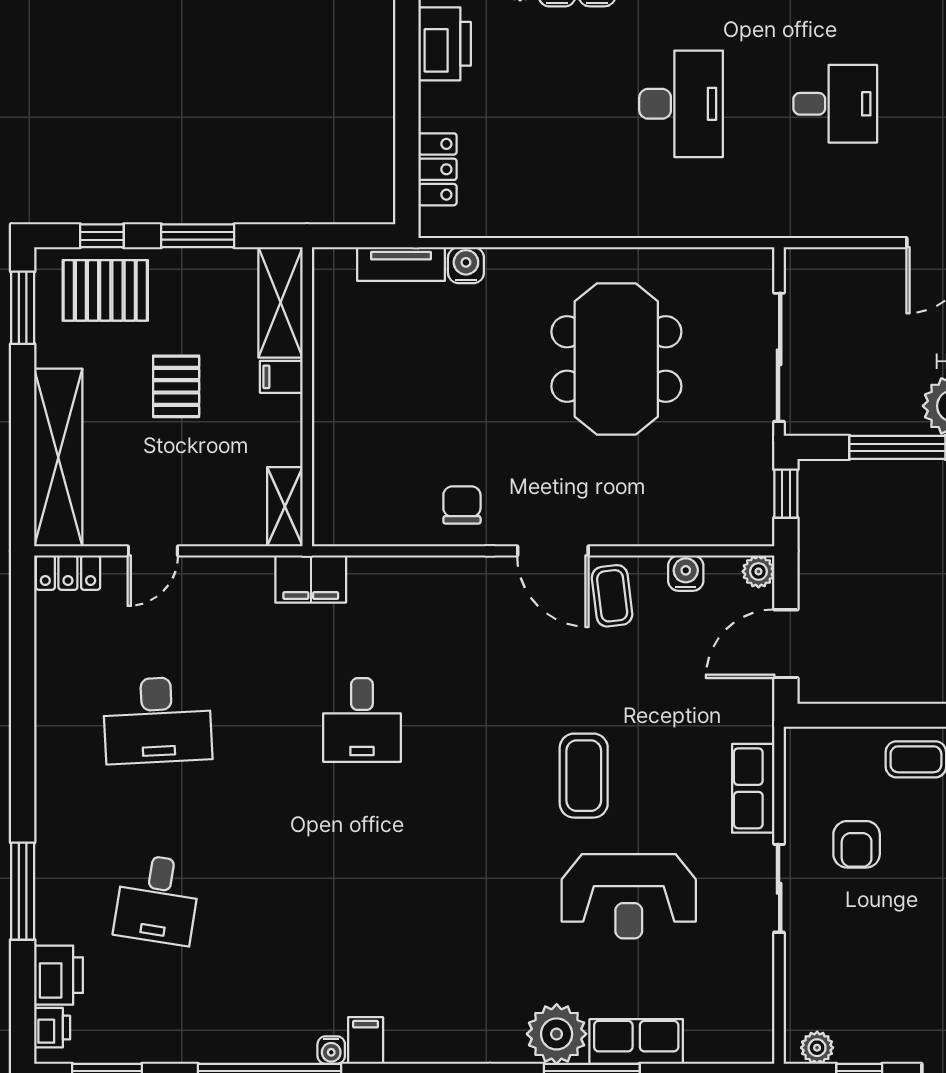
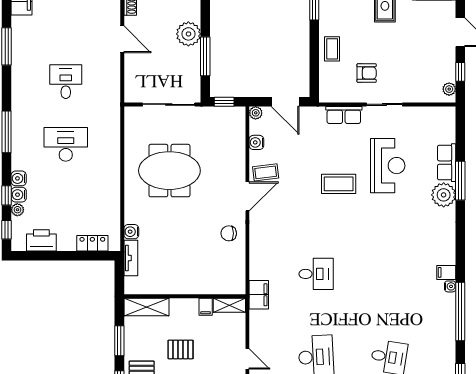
filing cabinet: (281, 377) -> (206, 307), moved

